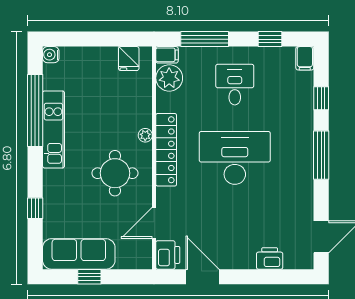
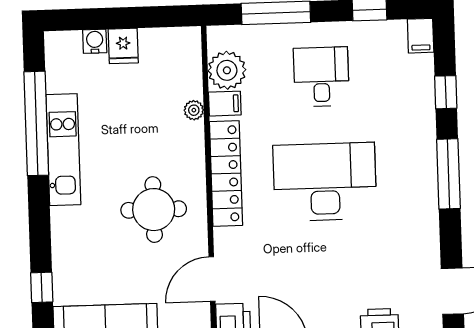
water cooler: (51, 55) -> (95, 41), moved, turned 90
filing cabinet: (167, 55) -> (225, 104), moved
fridge: (129, 59) -> (123, 46), moved
plant: (145, 135) -> (194, 110), moved
window: (35, 208) -> (42, 287), moved

